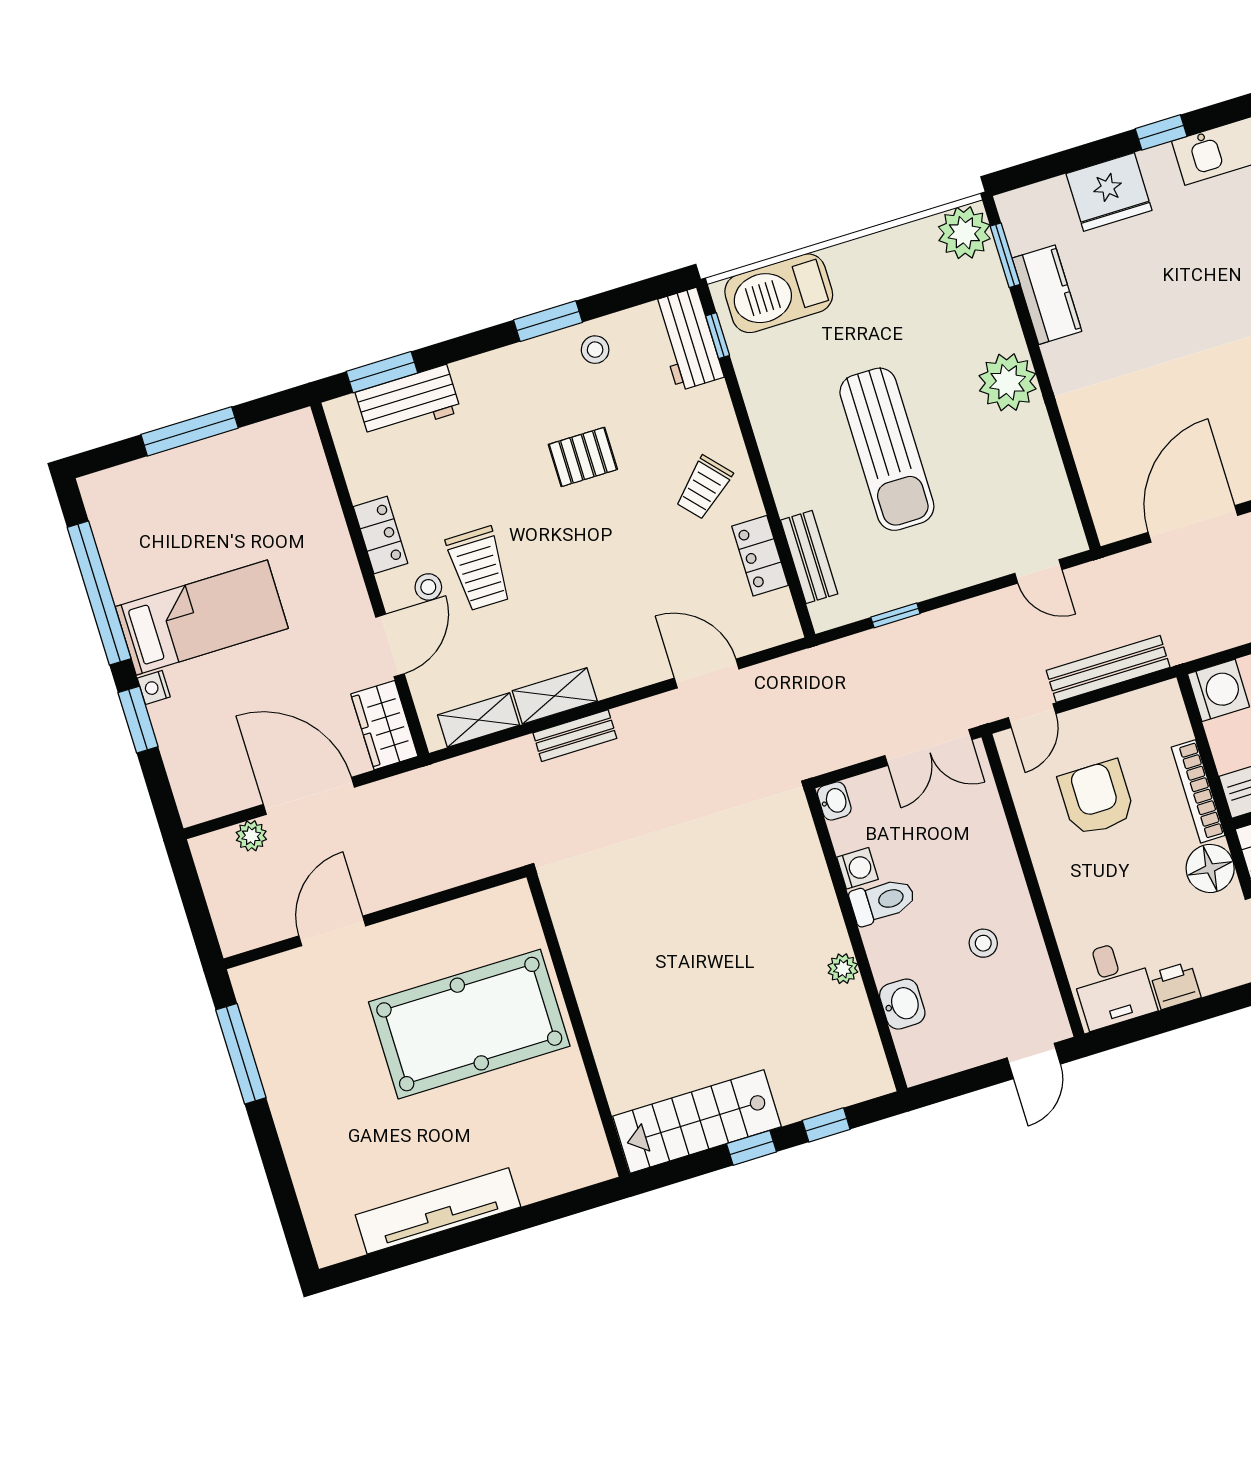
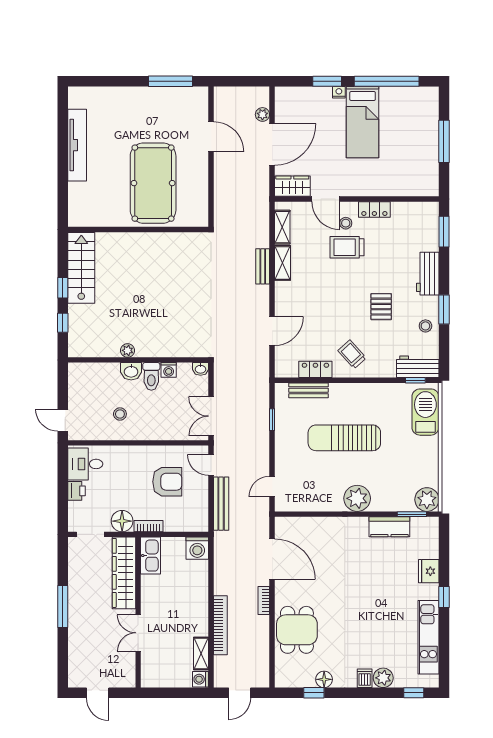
fridge: (1109, 192) -> (429, 571), width x0.73, depth x0.75
workbench: (408, 402) -> (428, 274), moved
bookcase: (1198, 791) -> (149, 526), width x0.64
washbasin: (902, 1004) -> (131, 371), moved

